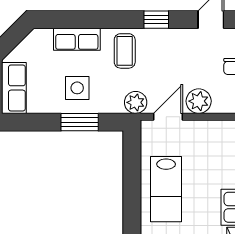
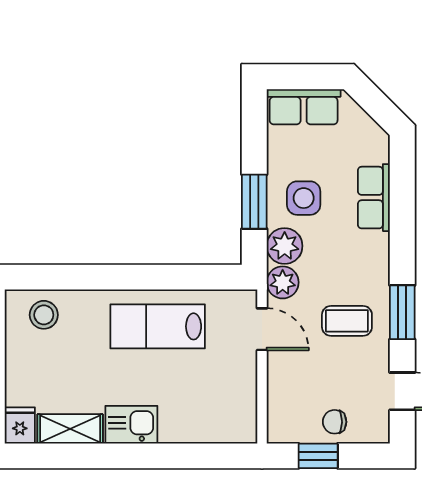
window: (156, 20) -> (402, 312), width x1.50
coffee table: (125, 51) -> (347, 321), moved
plant: (199, 101) -> (285, 246), moved

